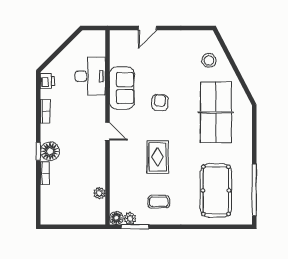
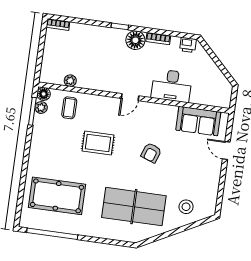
desk: (90, 76) -> (172, 86), moved
sofa: (122, 88) -> (198, 121), moved
armchair: (160, 102) -> (151, 153), turned 105
floor lamp: (50, 151) -> (135, 40), moved
bookcase: (45, 173) -> (58, 25), moved
coffee table: (159, 202) -> (69, 108), moved

